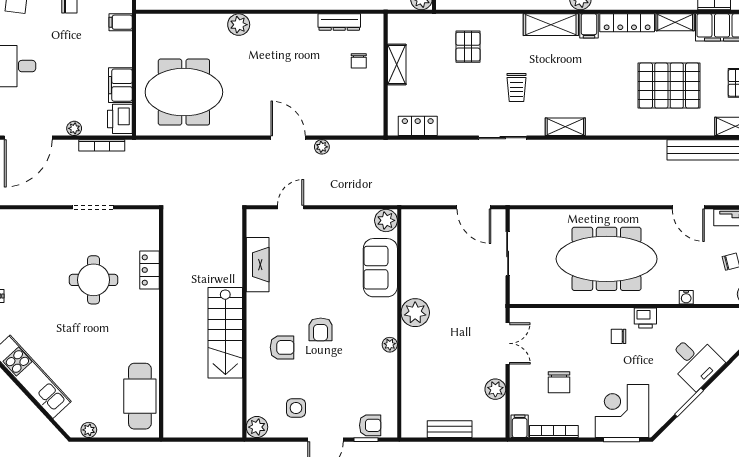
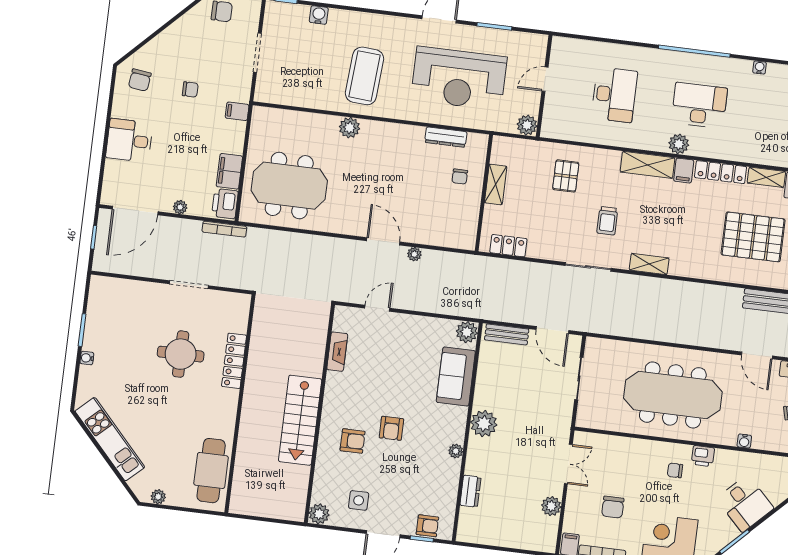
bookcase: (102, 145) -> (224, 229), moved
fireplace: (258, 265) -> (337, 352), width x0.73, depth x0.76
locker: (150, 270) -> (234, 361), width x1.53
dresser: (410, 384) -> (470, 491), added
bench: (450, 429) -> (507, 334), moved

